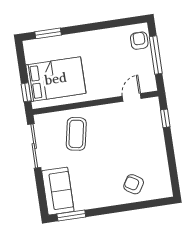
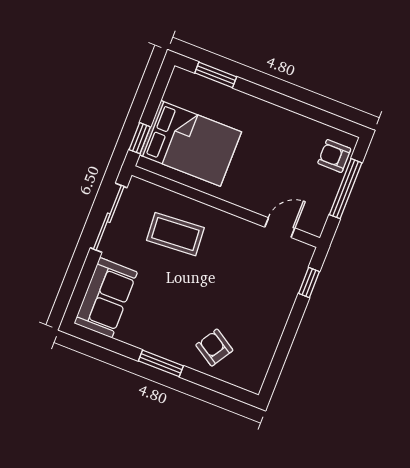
armchair: (139, 41) -> (334, 156), turned -90
coffee table: (76, 134) -> (175, 234), turned 75
window: (71, 216) -> (161, 363), moved

